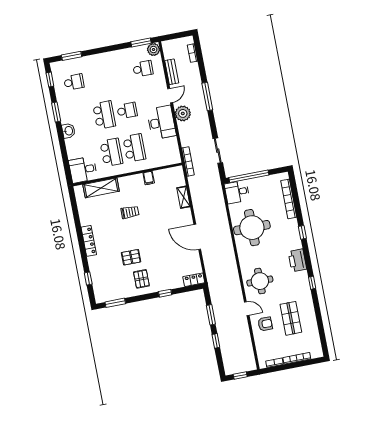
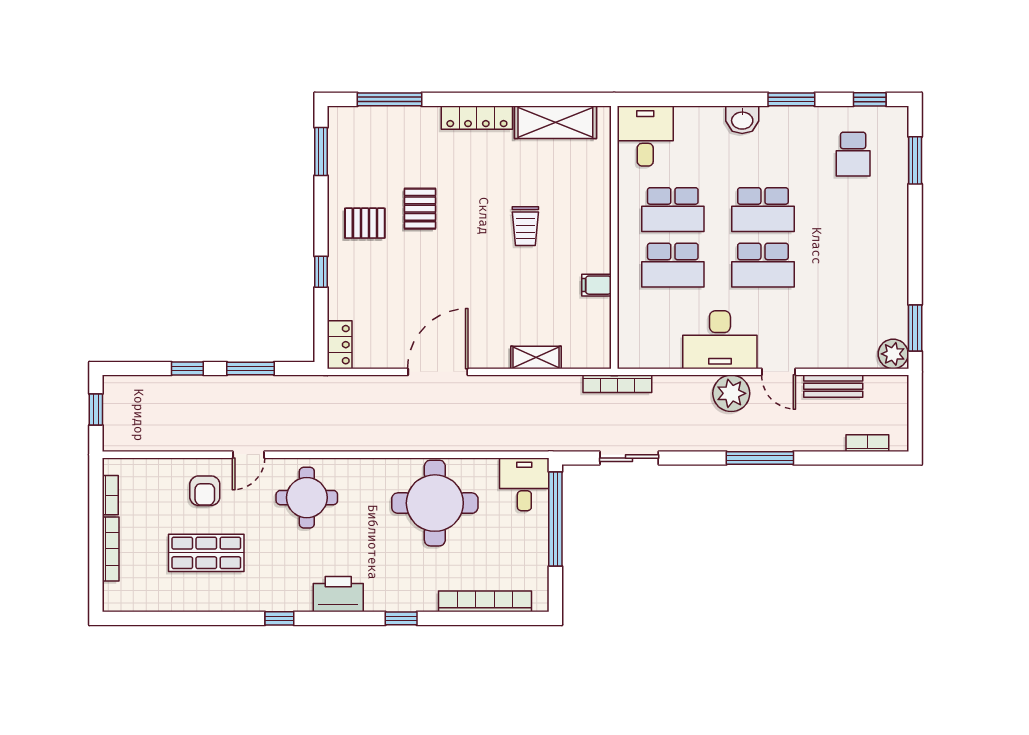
school desk: (143, 69) -> (853, 321), removed
school desk: (127, 111) -> (763, 265), width x1.85
shelving: (101, 188) -> (555, 122), moved, turned 90
window: (88, 279) -> (390, 99), width x2.17

